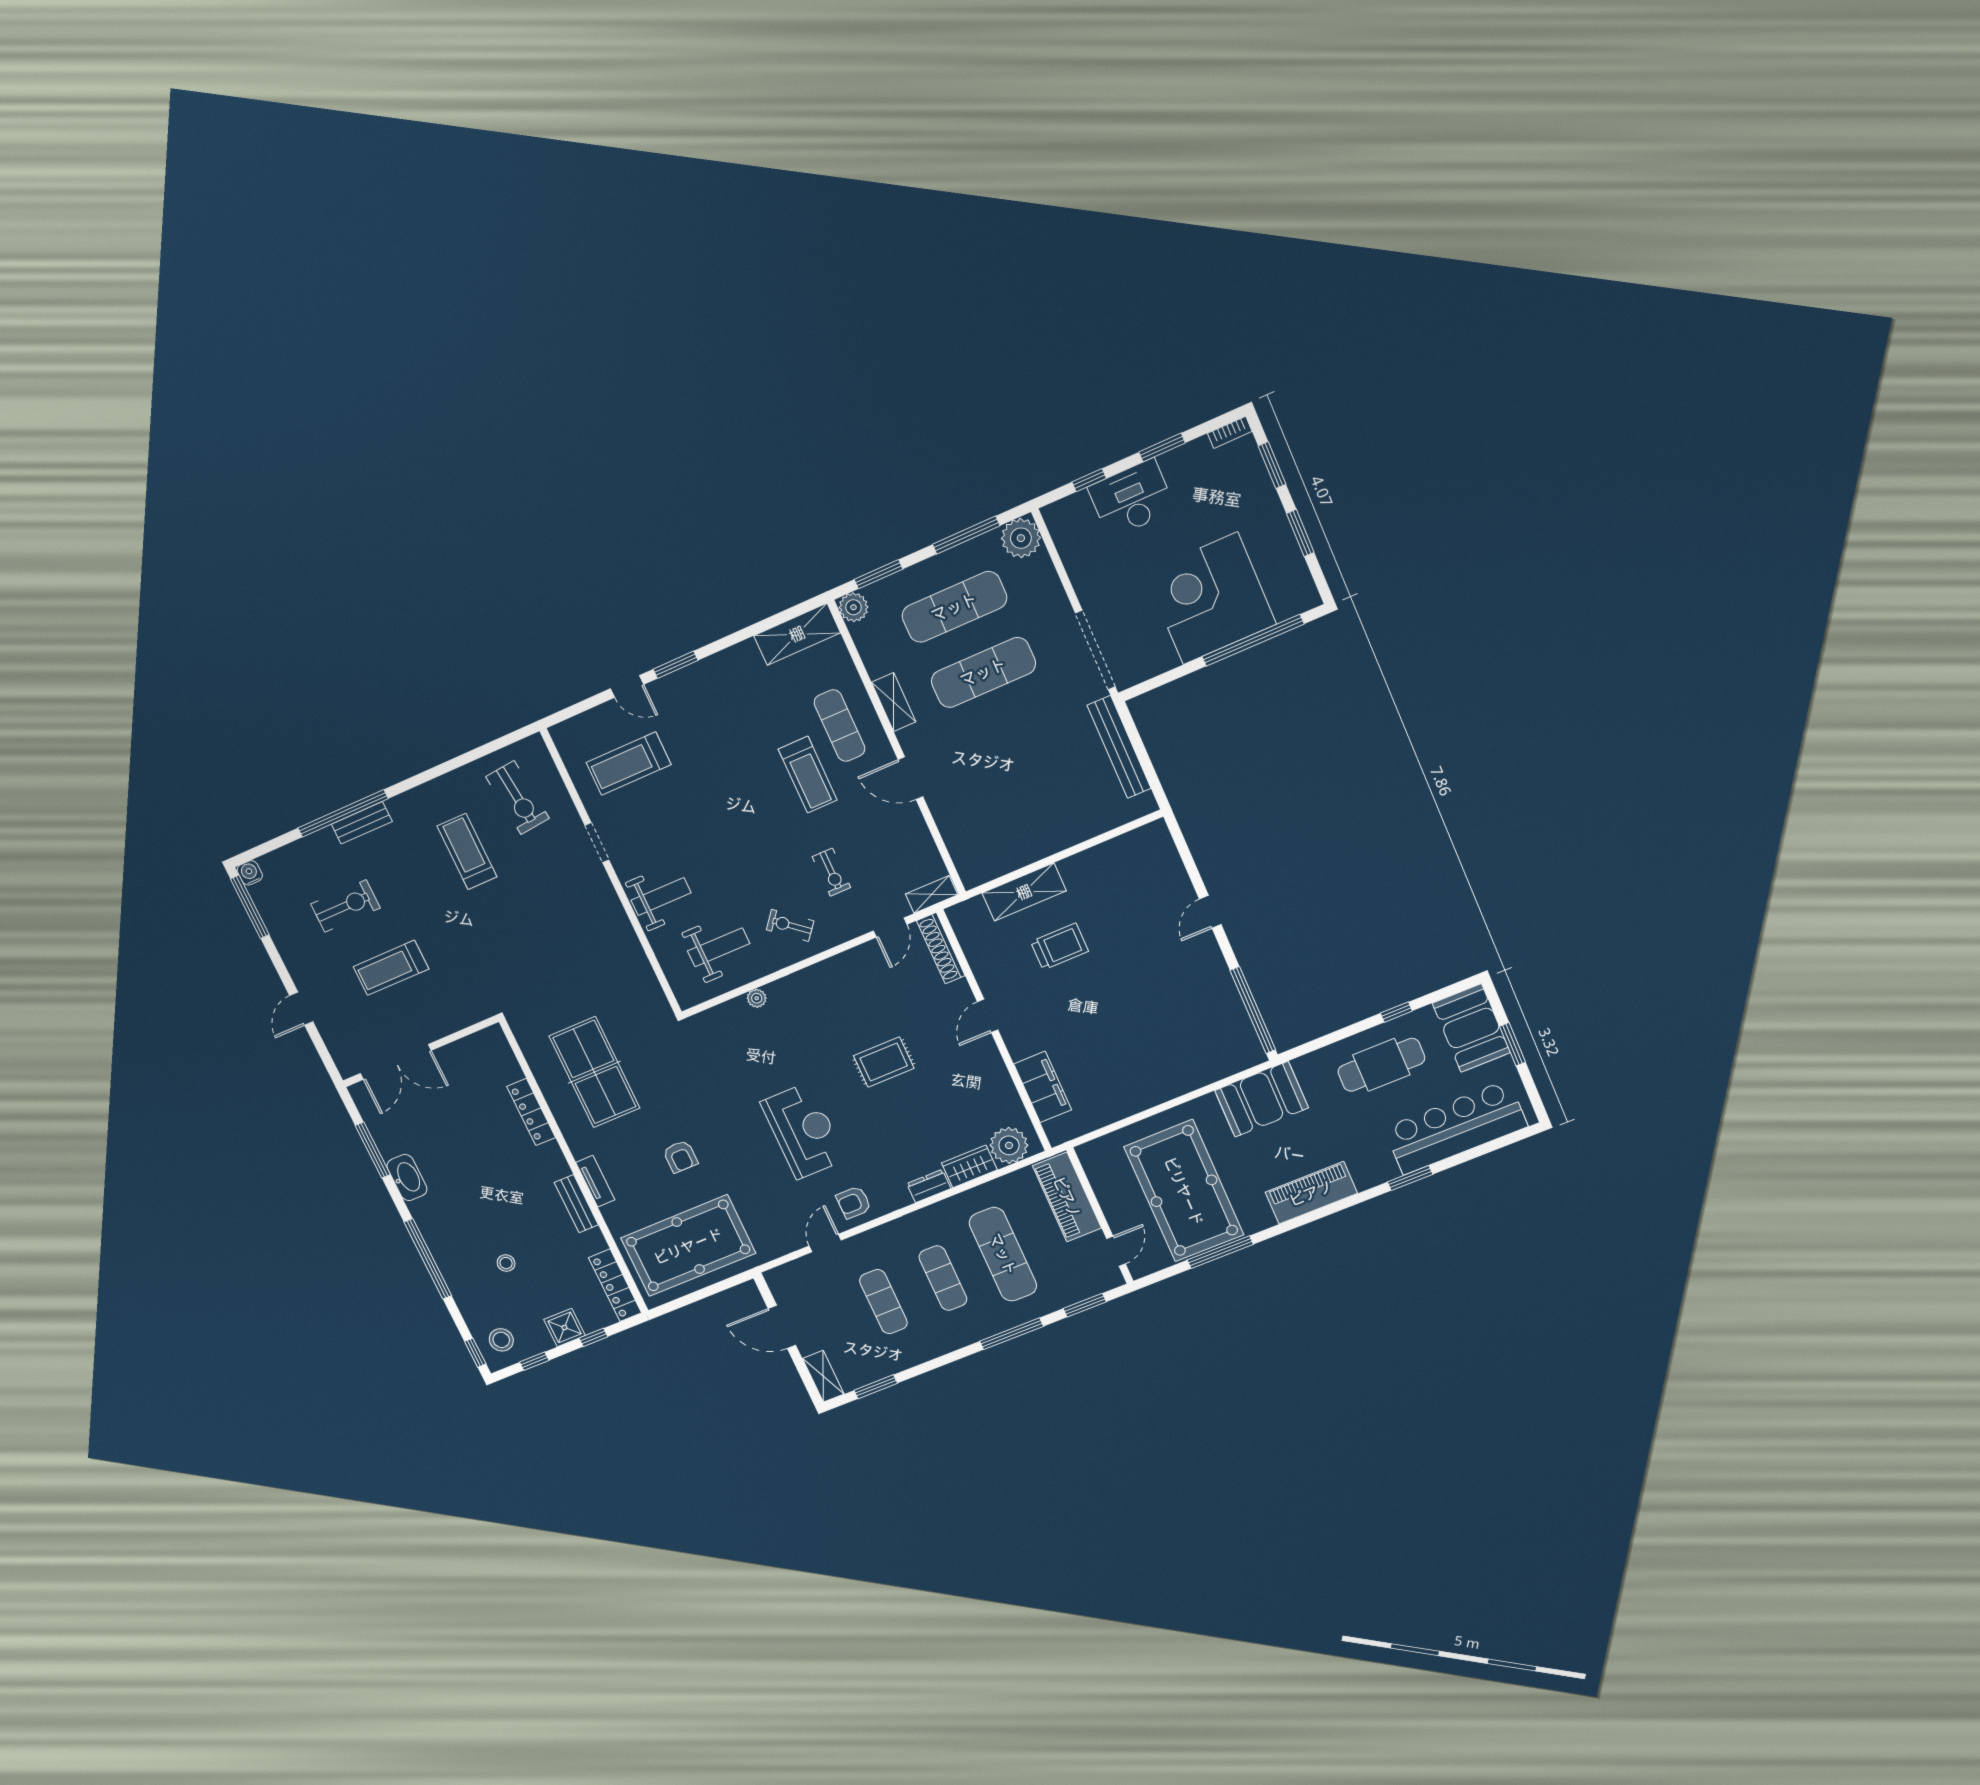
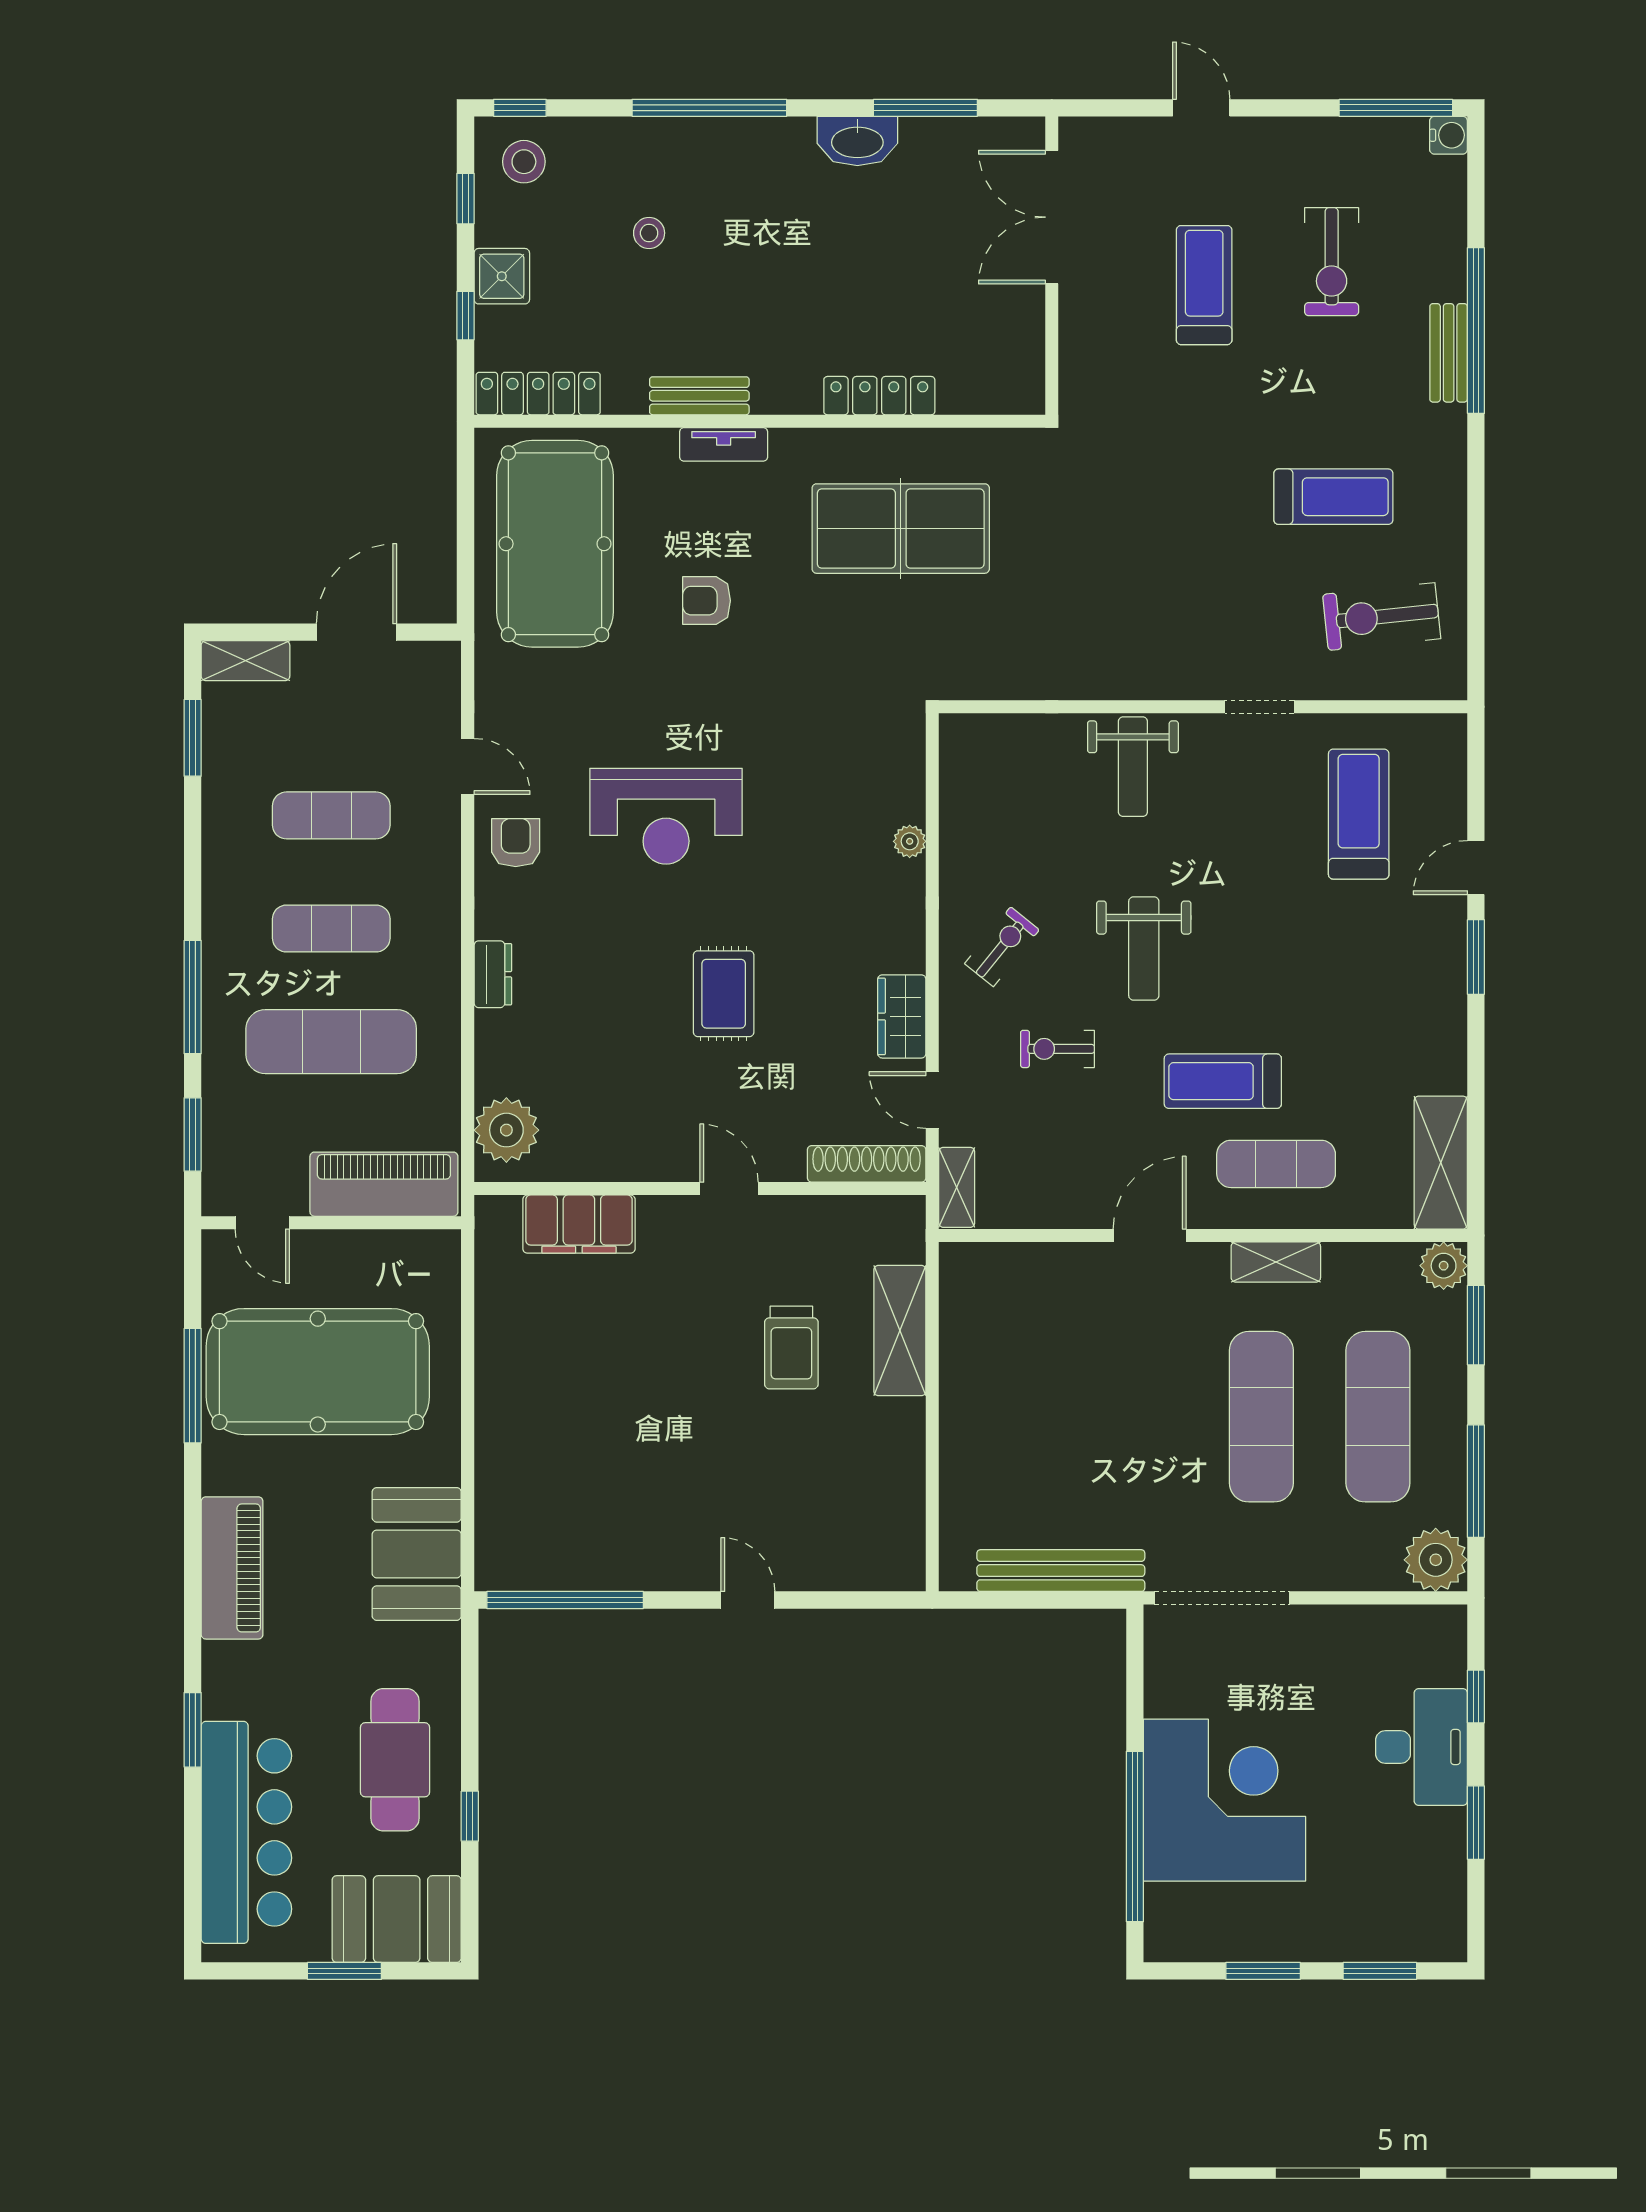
bookcase: (1230, 432) -> (1454, 1930), removed
weight bench: (719, 947) -> (1144, 949), moved
wardrobe: (969, 1166) -> (902, 1016), moved, turned 180

